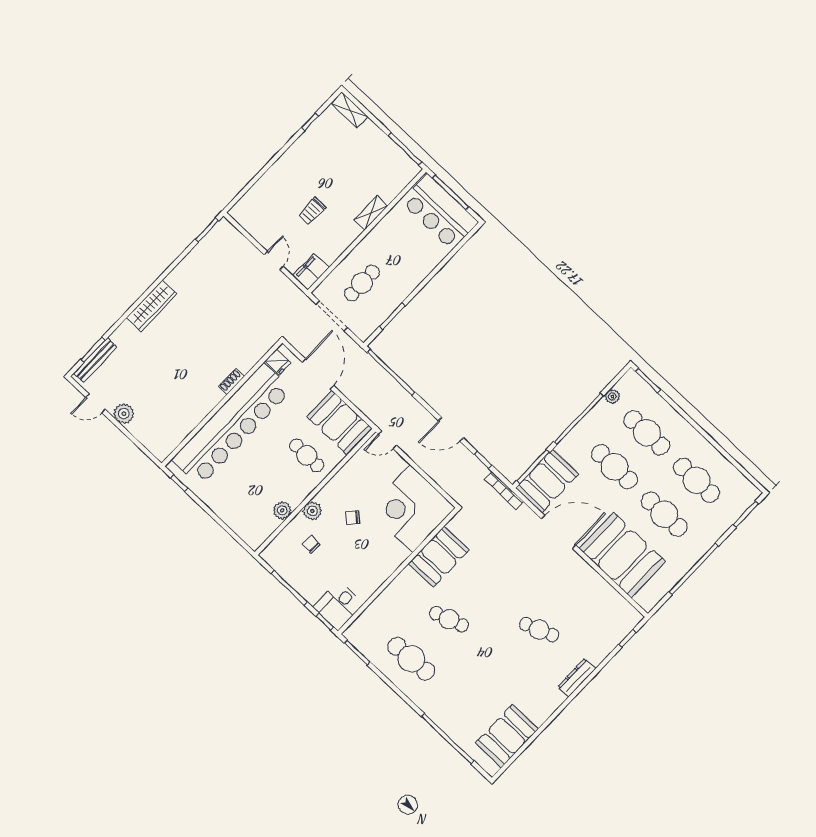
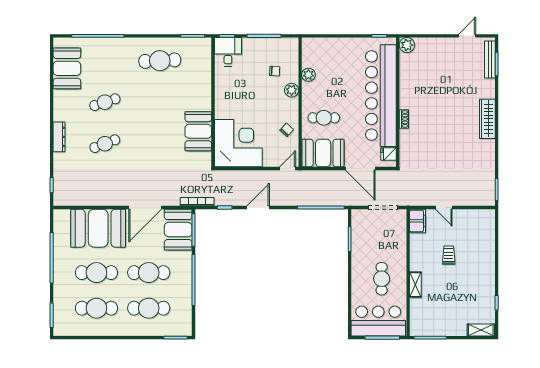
cafe table: (362, 283) -> (382, 279), moved
plant: (612, 397) -> (187, 310), removed
plant: (124, 414) -> (407, 45), moved
chair: (353, 518) -> (287, 130), moved
cafe table: (449, 619) -> (105, 102), moved

